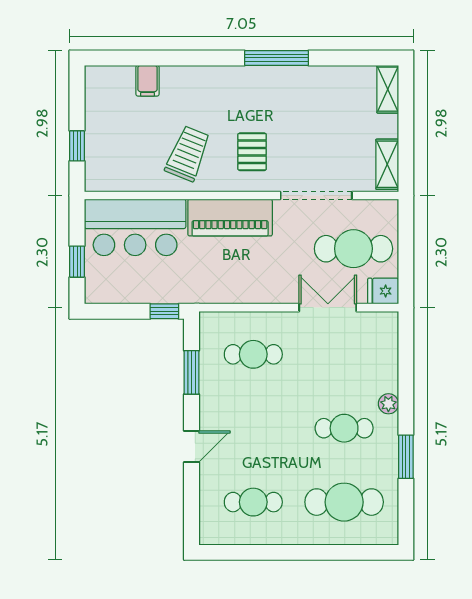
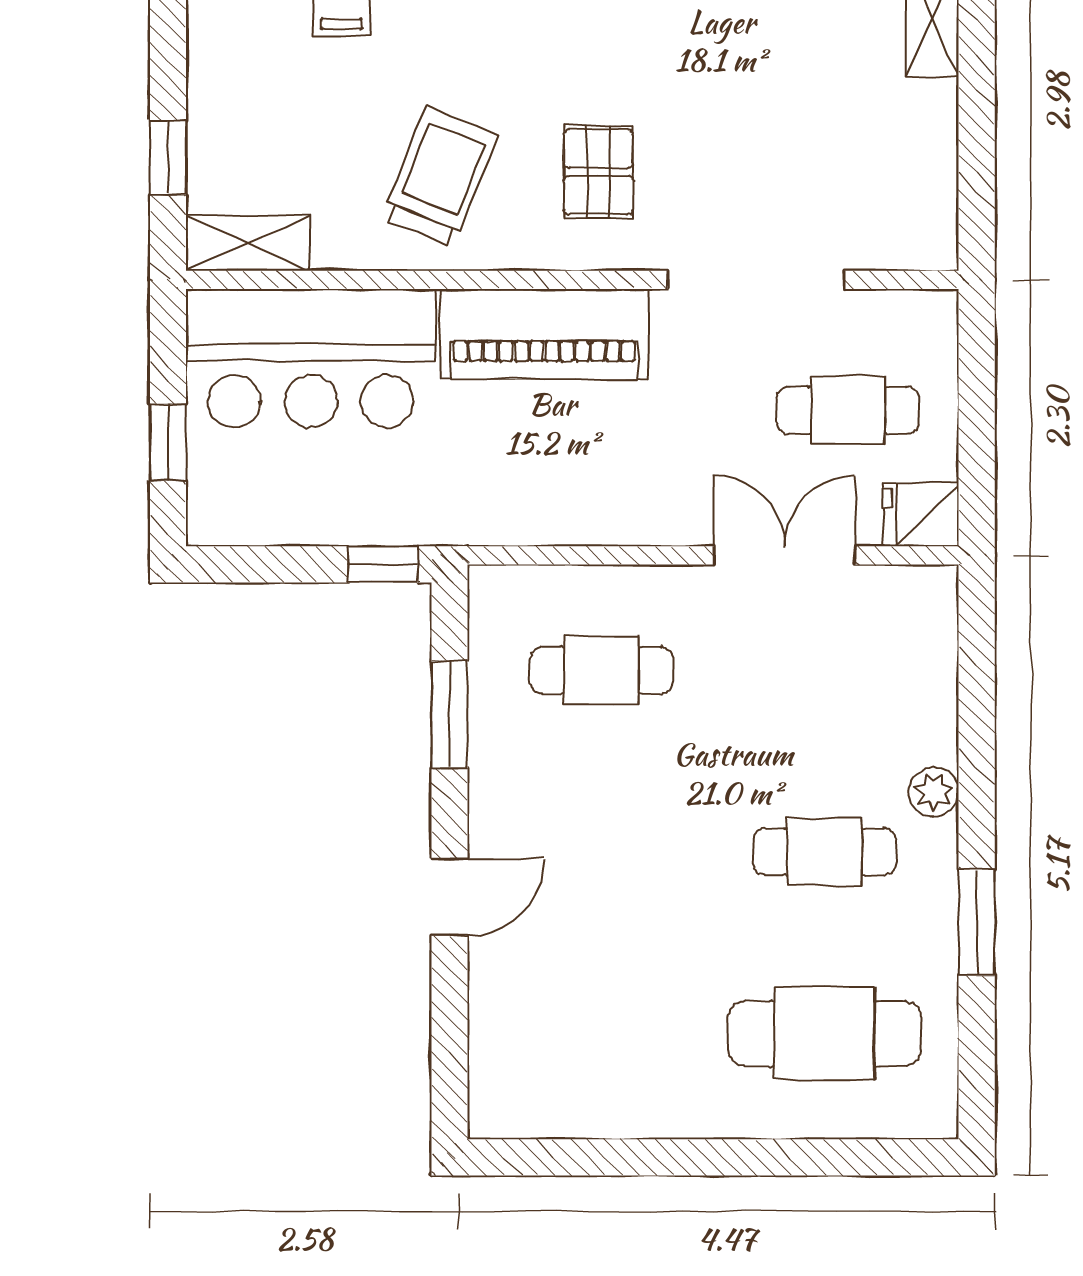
shelving: (387, 164) -> (248, 243), moved, turned 90
cafe table: (353, 249) -> (848, 410), width x0.73, depth x0.74
cafe table: (253, 502) -> (601, 1034), removed

